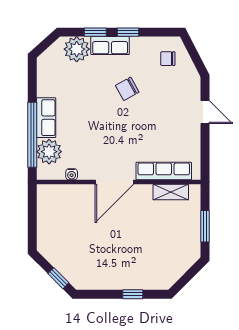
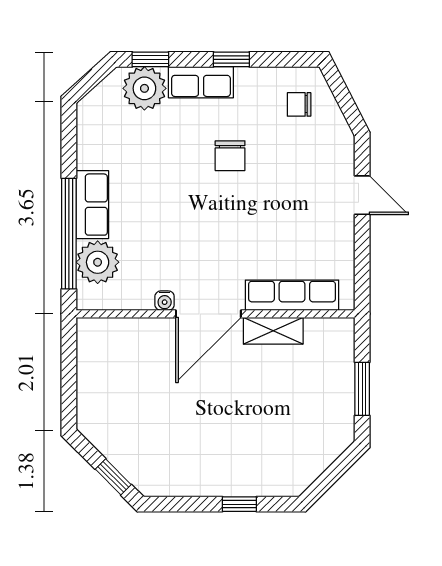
window: (95, 32) -> (150, 59), moved
chair: (127, 89) -> (230, 156), turned -61
water cooler: (72, 174) -> (165, 301), moved
shelving: (171, 192) -> (273, 331), moved

